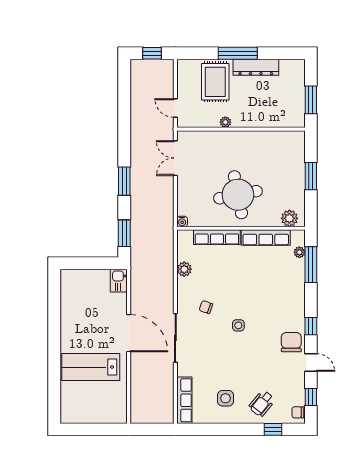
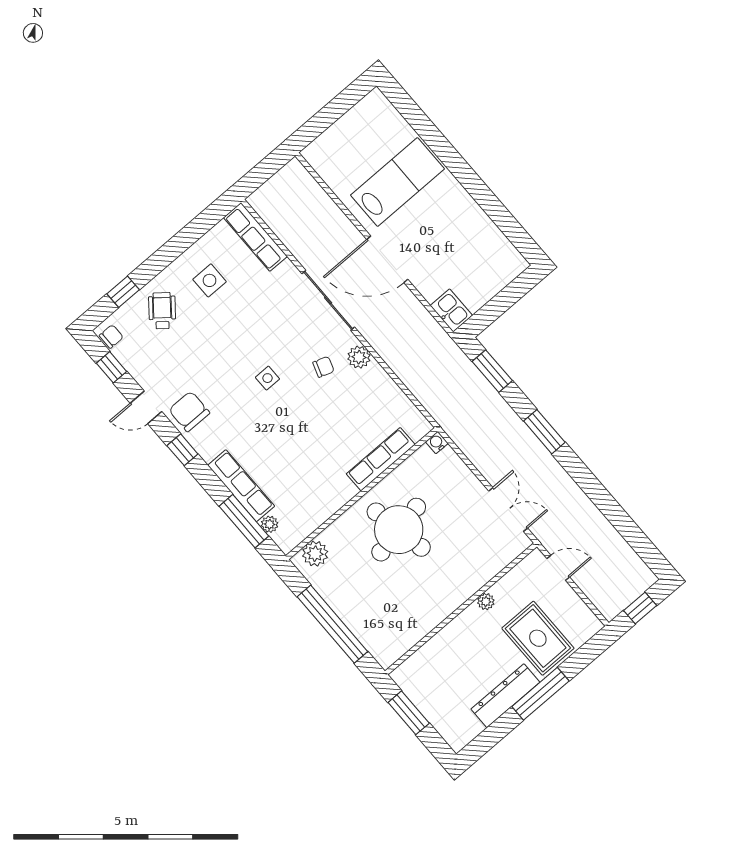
window: (311, 176) -> (332, 624), width x2.11
row of seats: (266, 238) -> (241, 486), moved, turned 90
plant: (184, 269) -> (359, 357), moved
chair: (291, 342) -> (189, 411), turned 180

